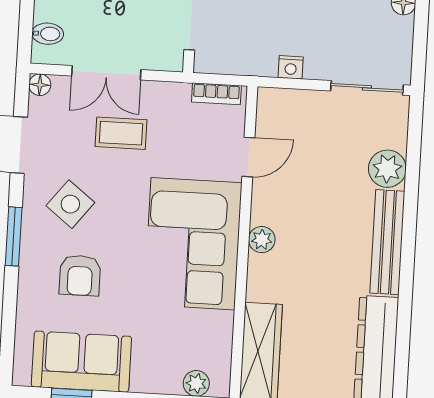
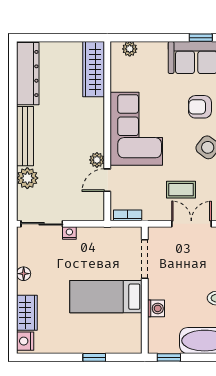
nightstand: (291, 67) -> (69, 233), moved
plant: (262, 240) -> (97, 160), moved
armchair: (80, 275) -> (200, 107), turned -90

